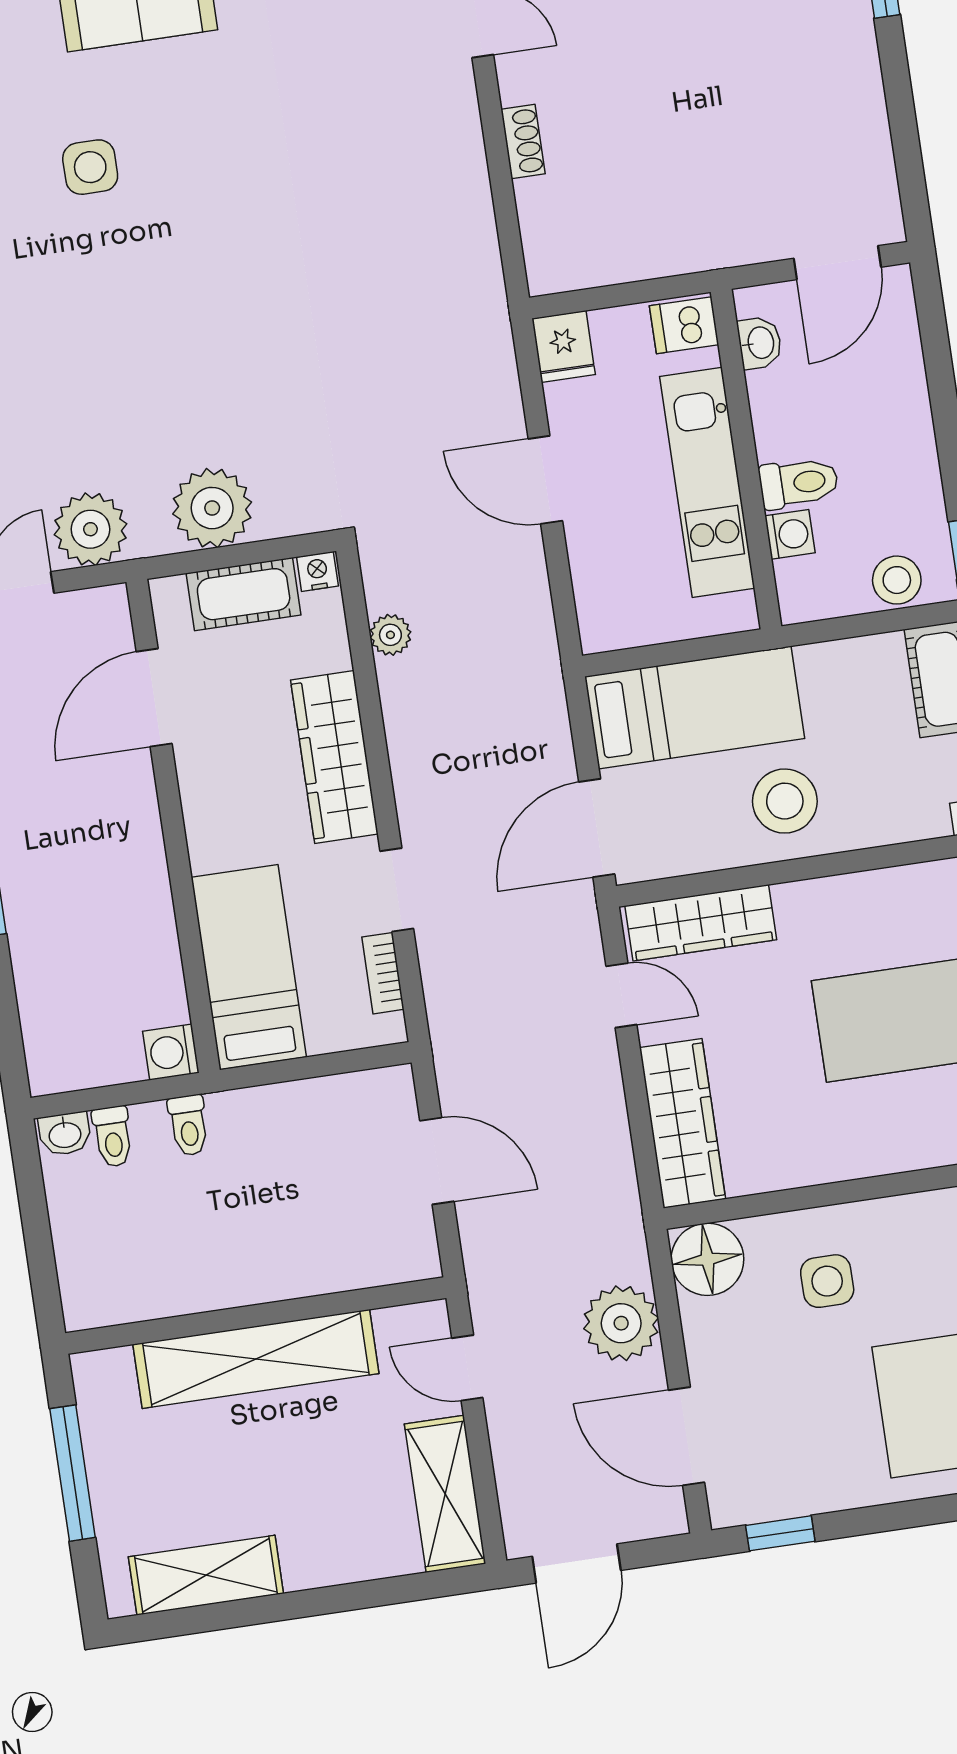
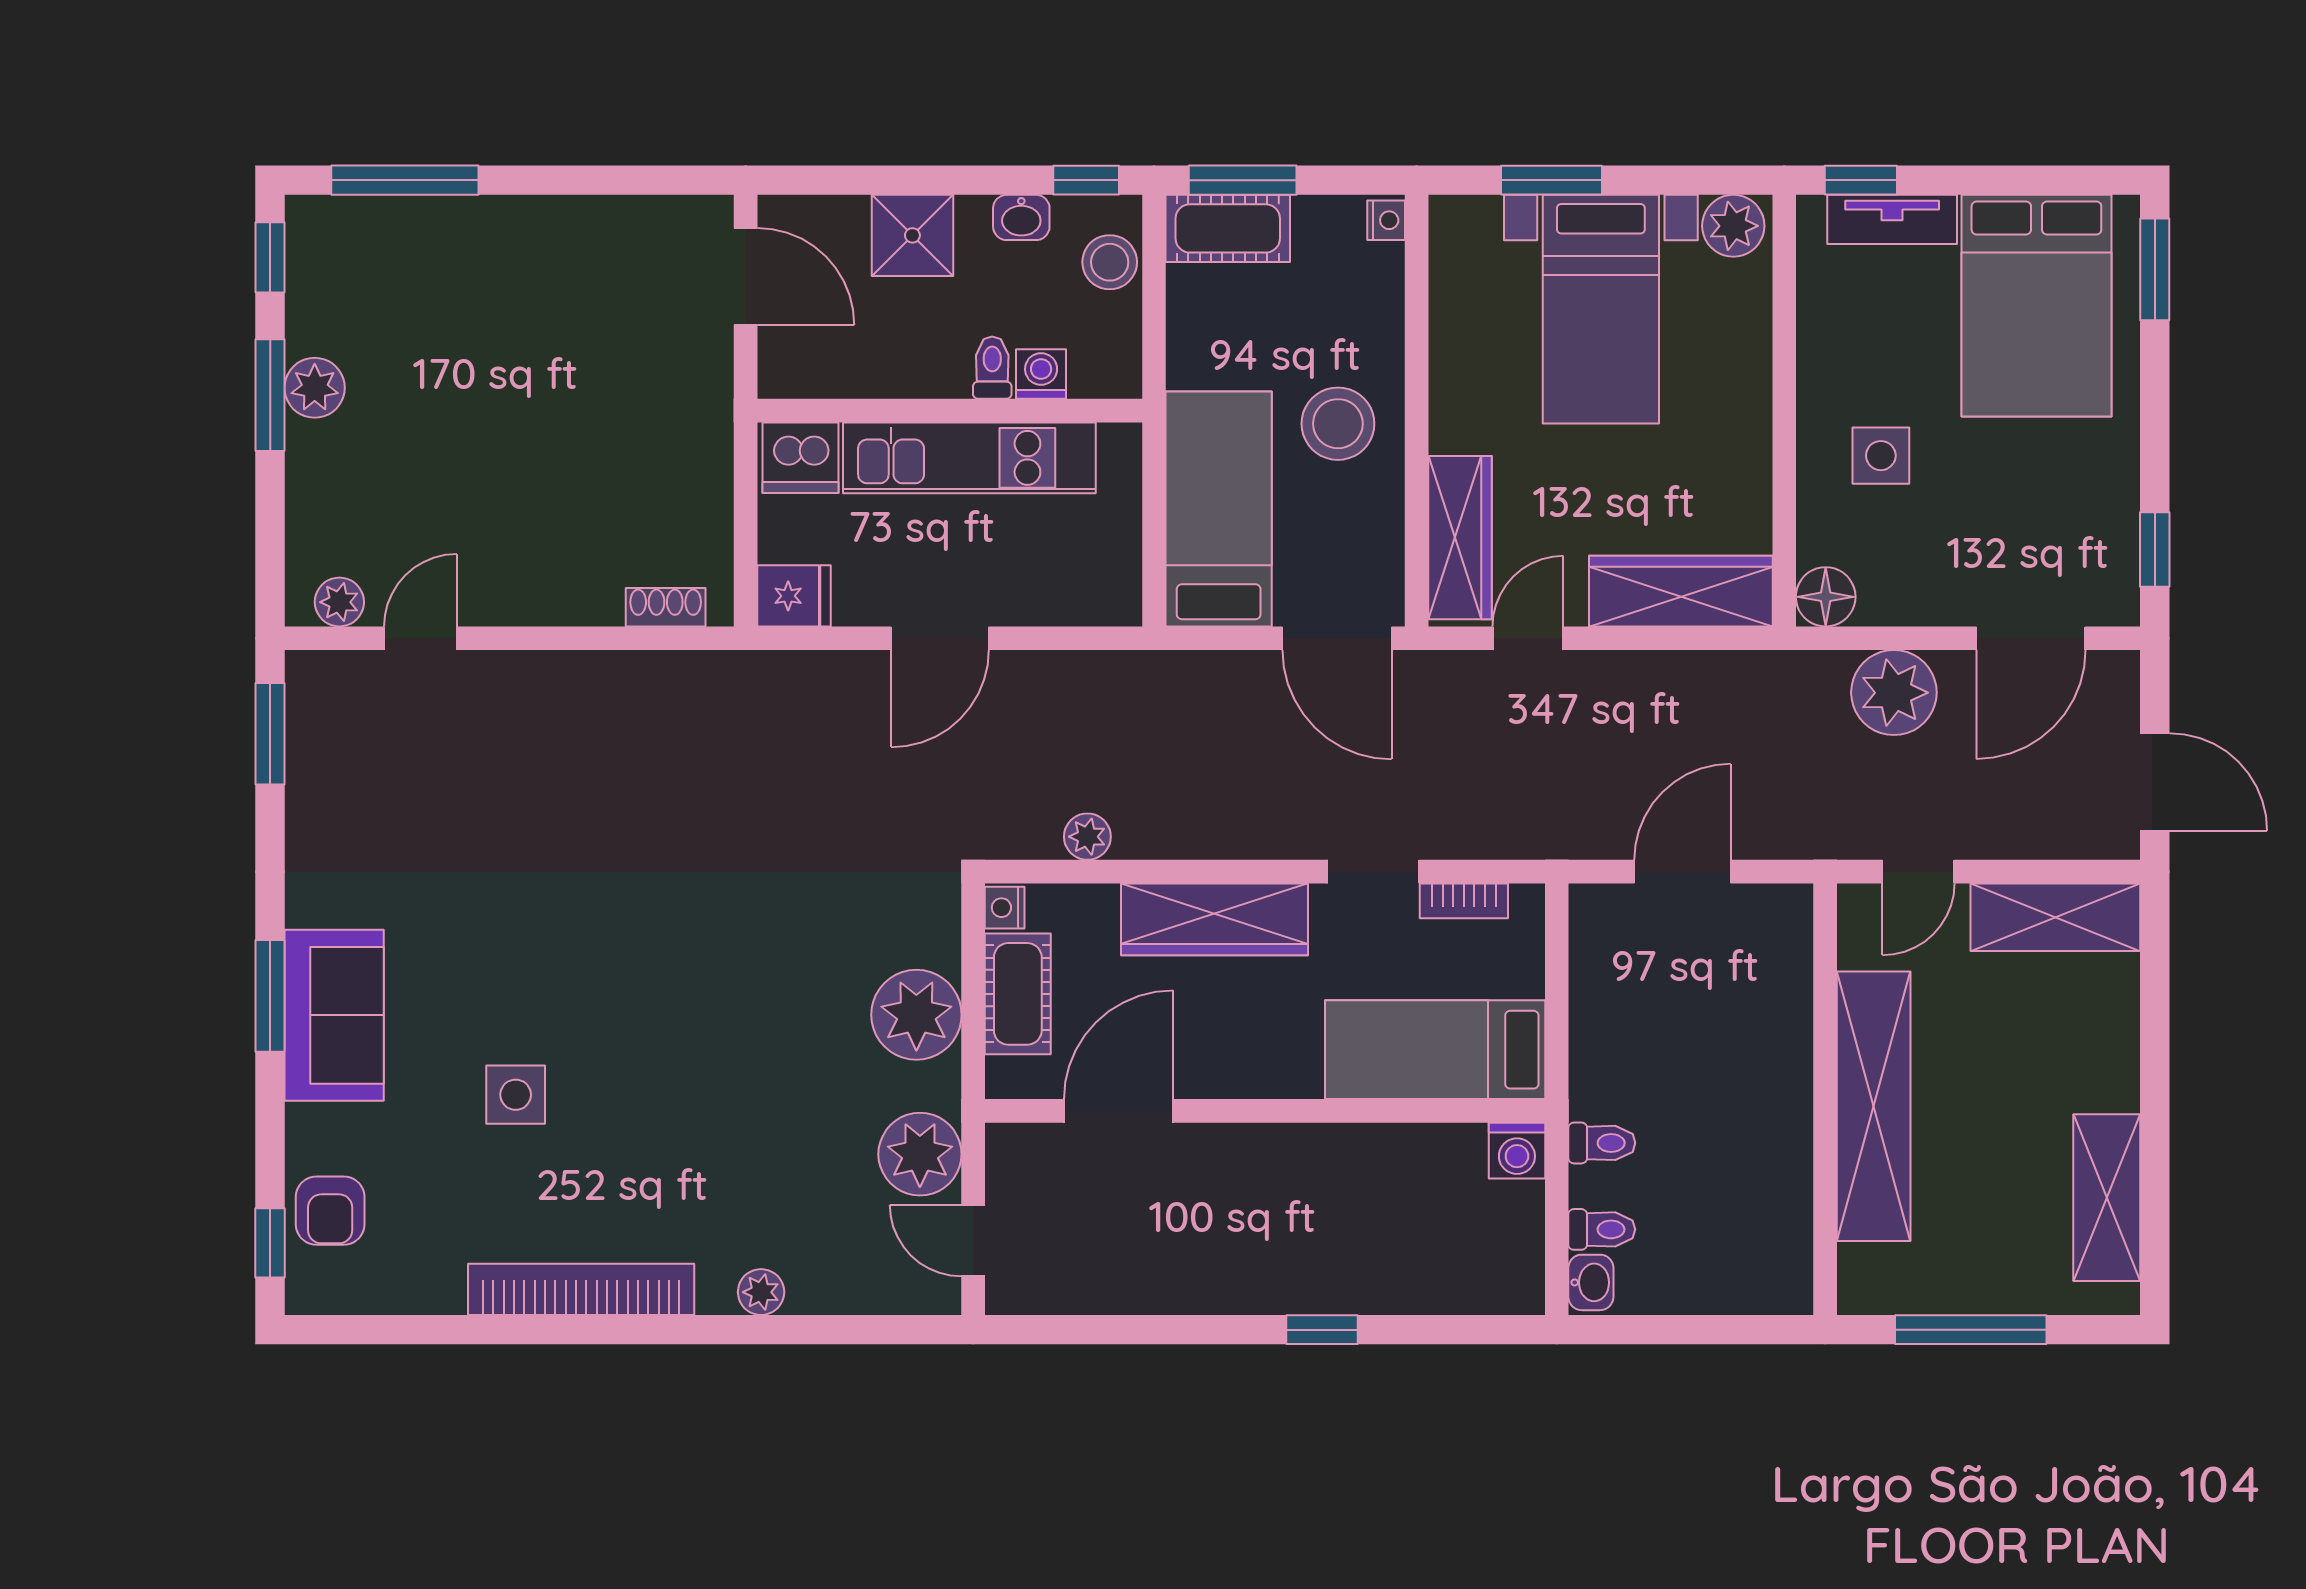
shoe rack: (523, 142) -> (666, 607), moved
dishwasher: (684, 325) -> (801, 458), width x1.38
washbasin: (760, 343) -> (1021, 217), moved, turned 180
shower: (895, 404) -> (912, 235), added
toilet: (799, 483) -> (992, 368), width x0.73, depth x0.72
door: (154, 698) -> (1119, 1111), swing flipped
floor lamp: (707, 1259) -> (1826, 597), width x0.73, depth x0.73

